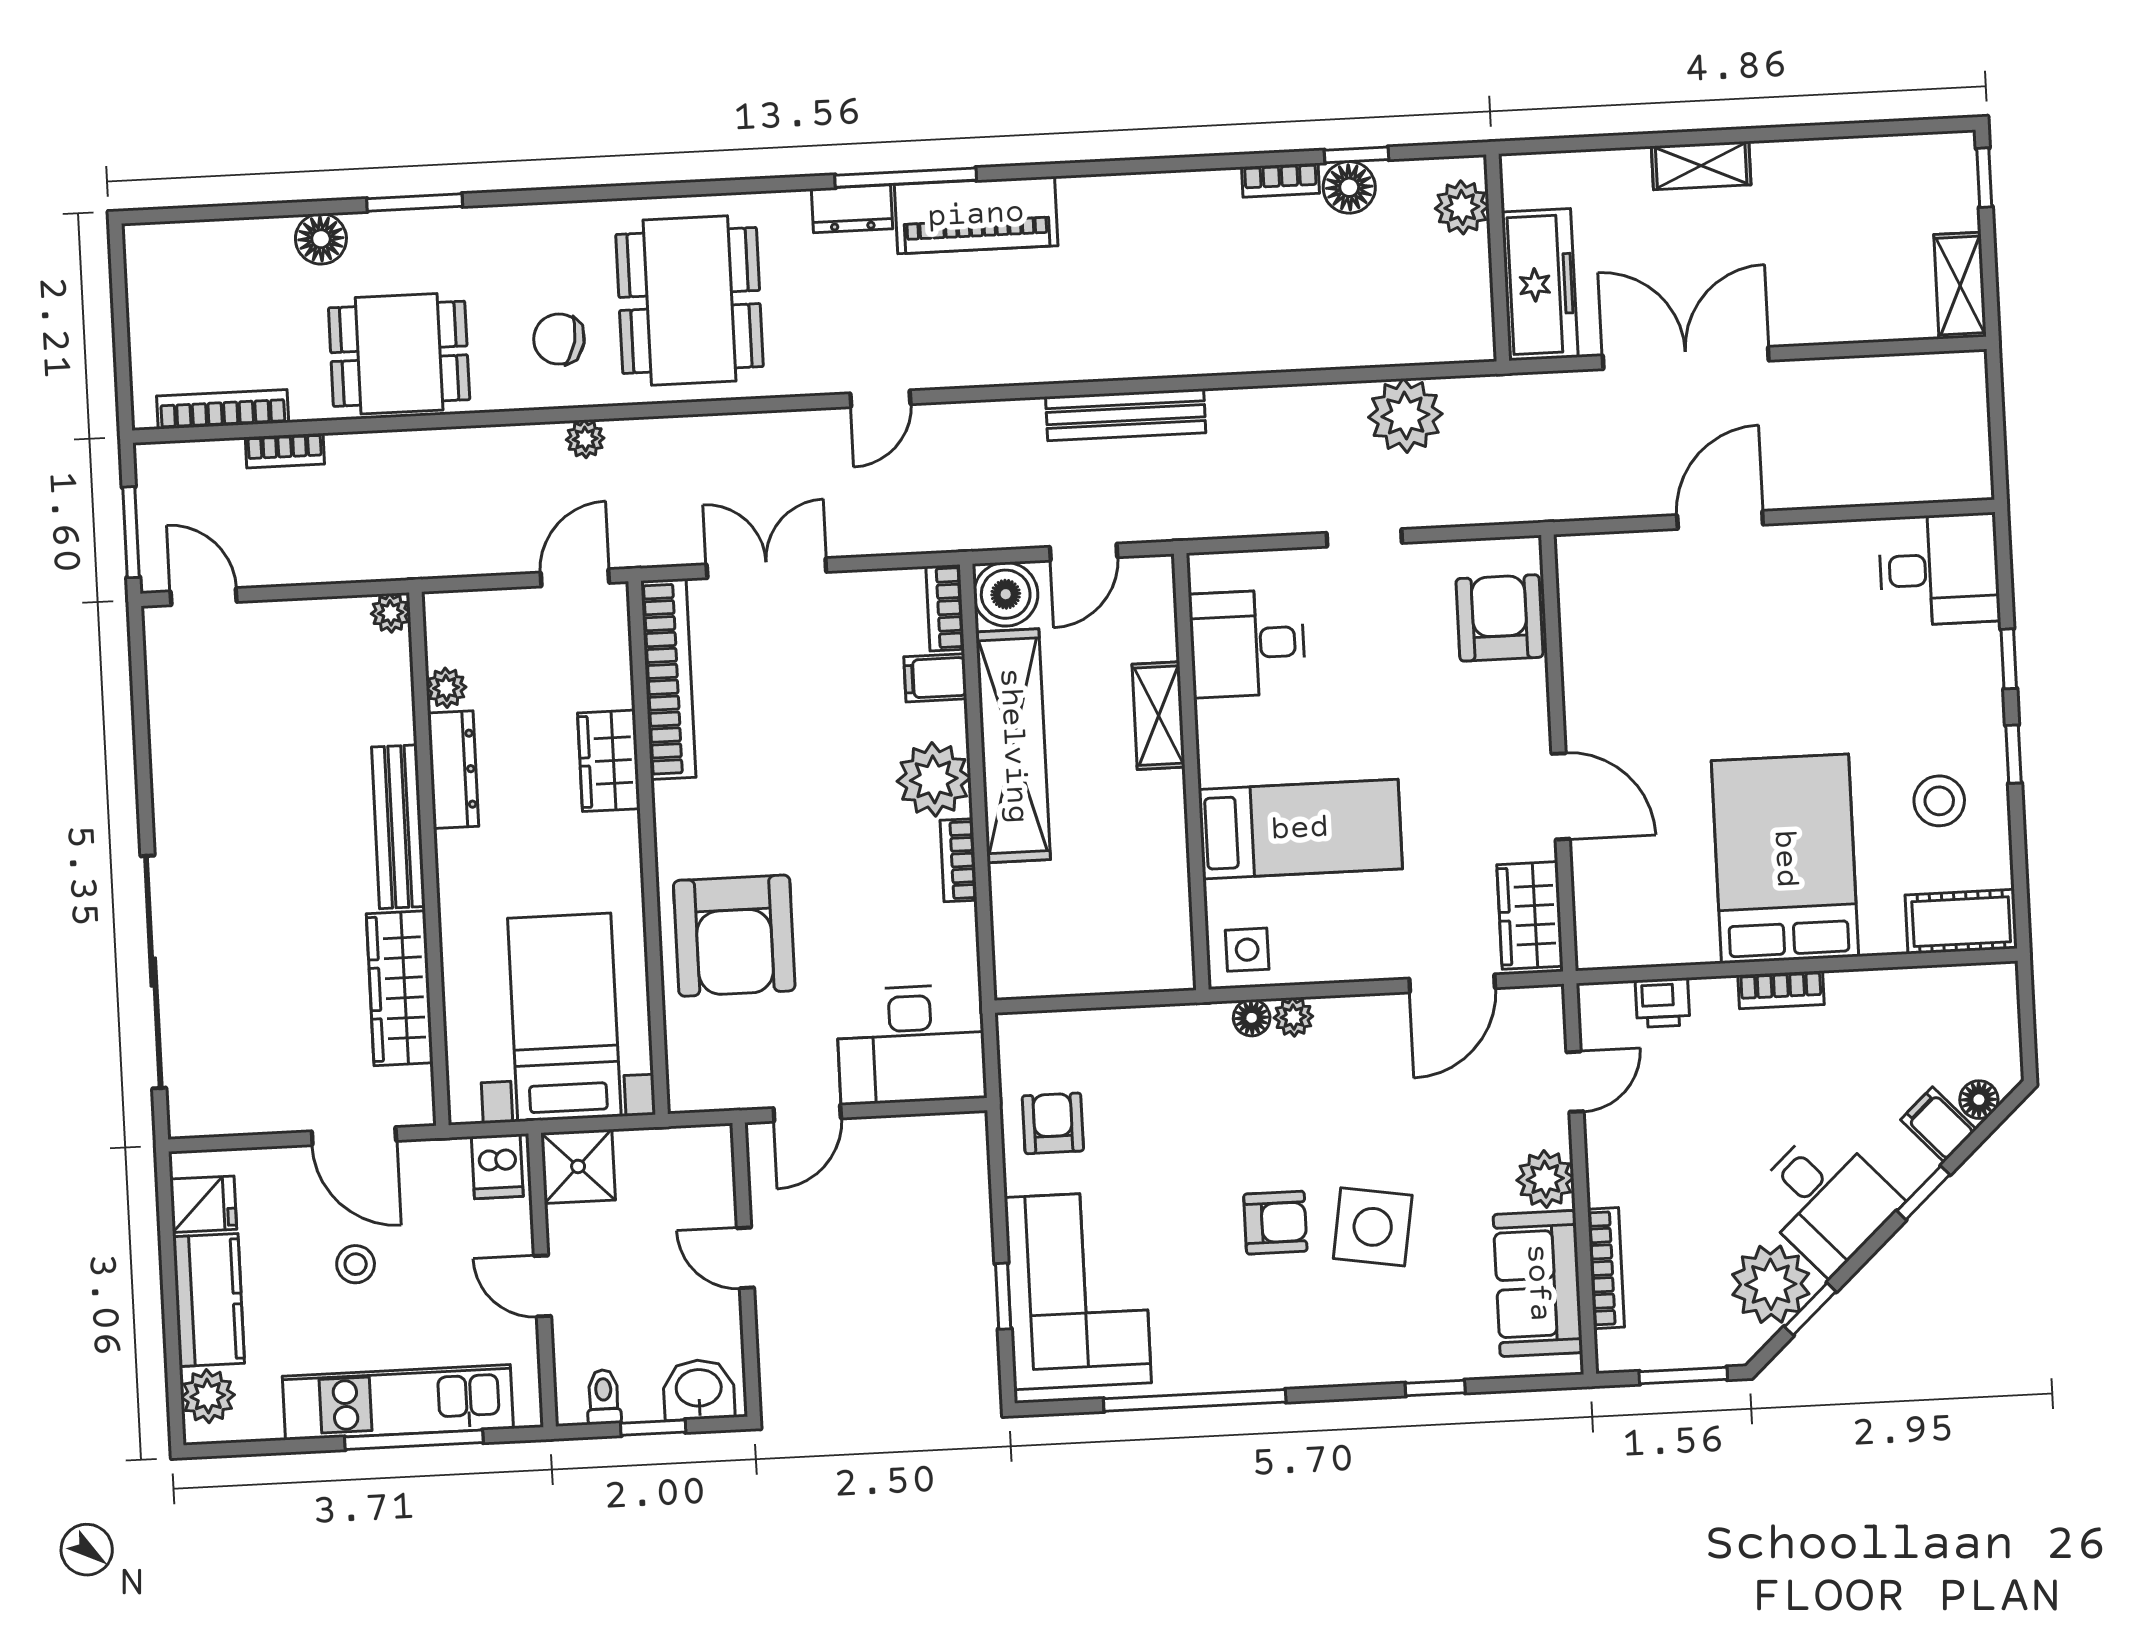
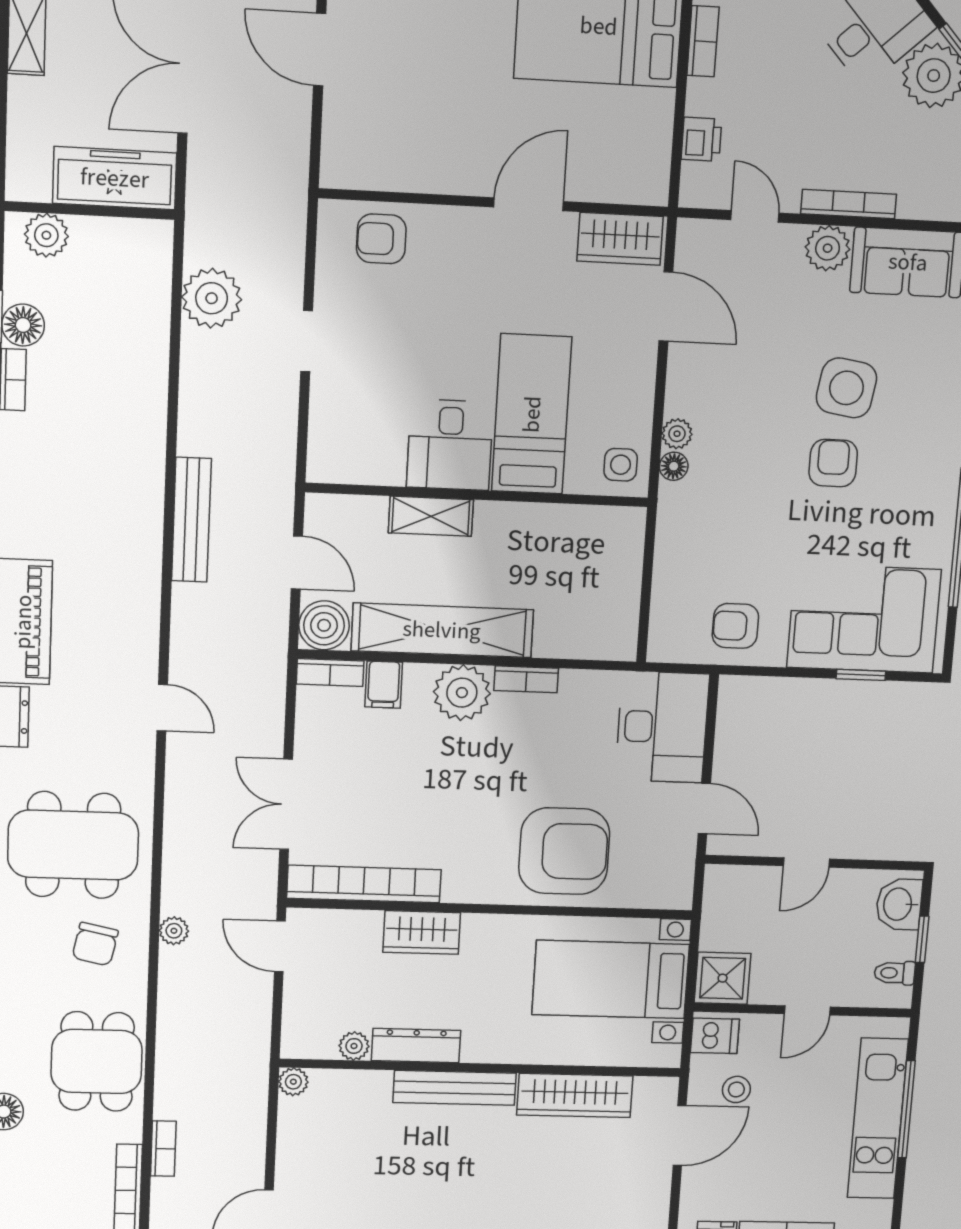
armchair: (1499, 618) -> (381, 239), width x0.72, depth x0.72
desk: (1247, 643) -> (450, 445), moved
stool: (356, 1264) -> (736, 1089), moved
bookcase: (1606, 1268) -> (849, 204), moved

